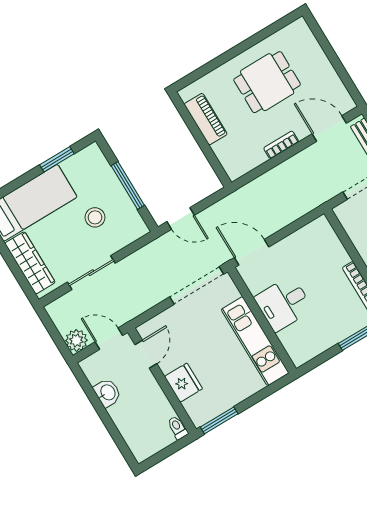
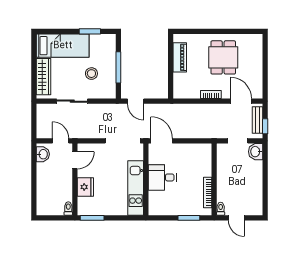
dining table: (267, 82) -> (223, 57), turned 90
plant: (76, 340) -> (43, 132), removed
washbasin: (107, 393) -> (43, 154), moved

